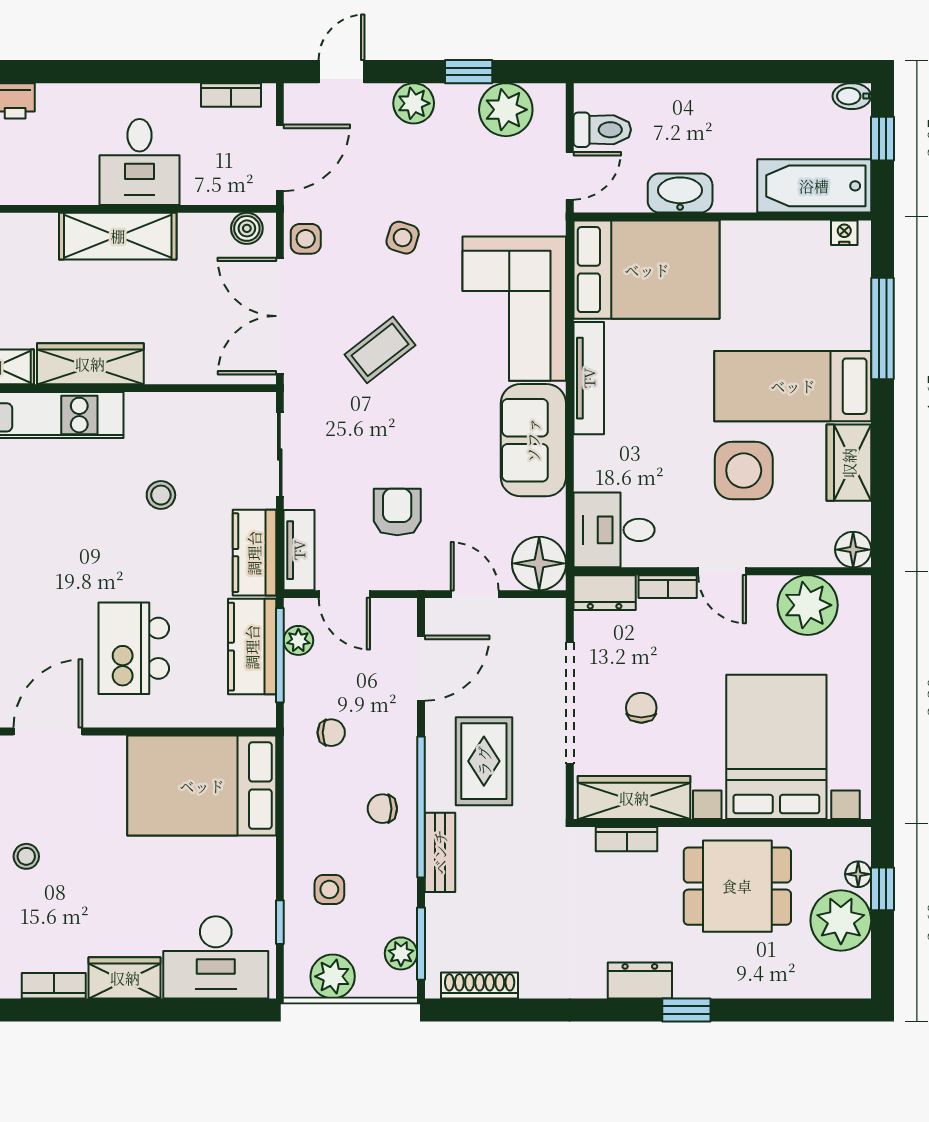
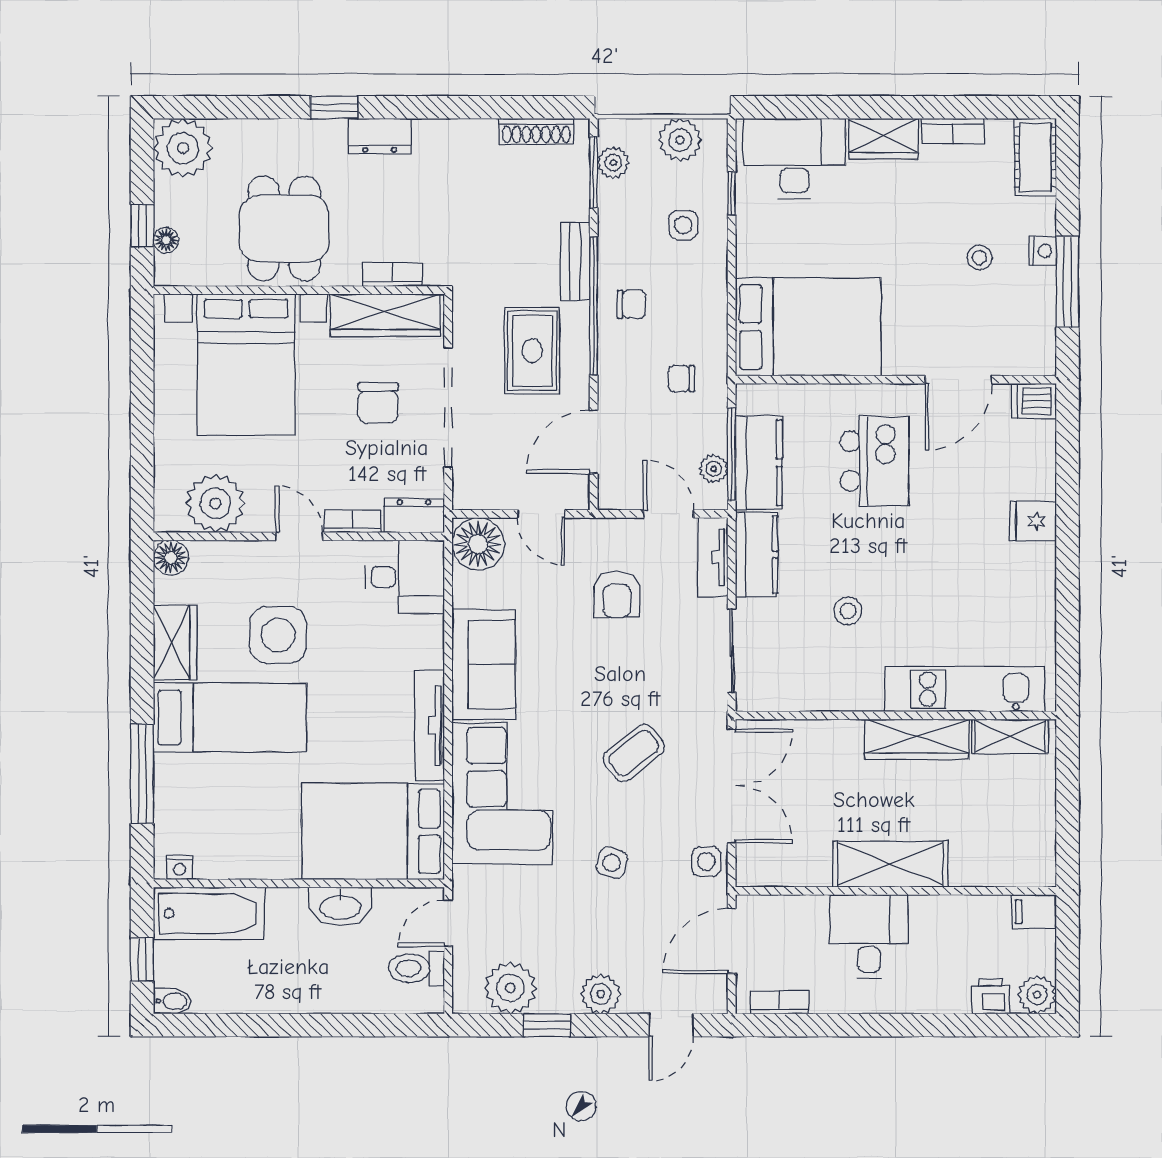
boiler: (247, 228) -> (764, 872), removed
chair: (641, 708) -> (378, 403), width x1.37, depth x1.37
dining table: (737, 886) -> (284, 228), turned 90
plant: (841, 921) -> (183, 148), moved

